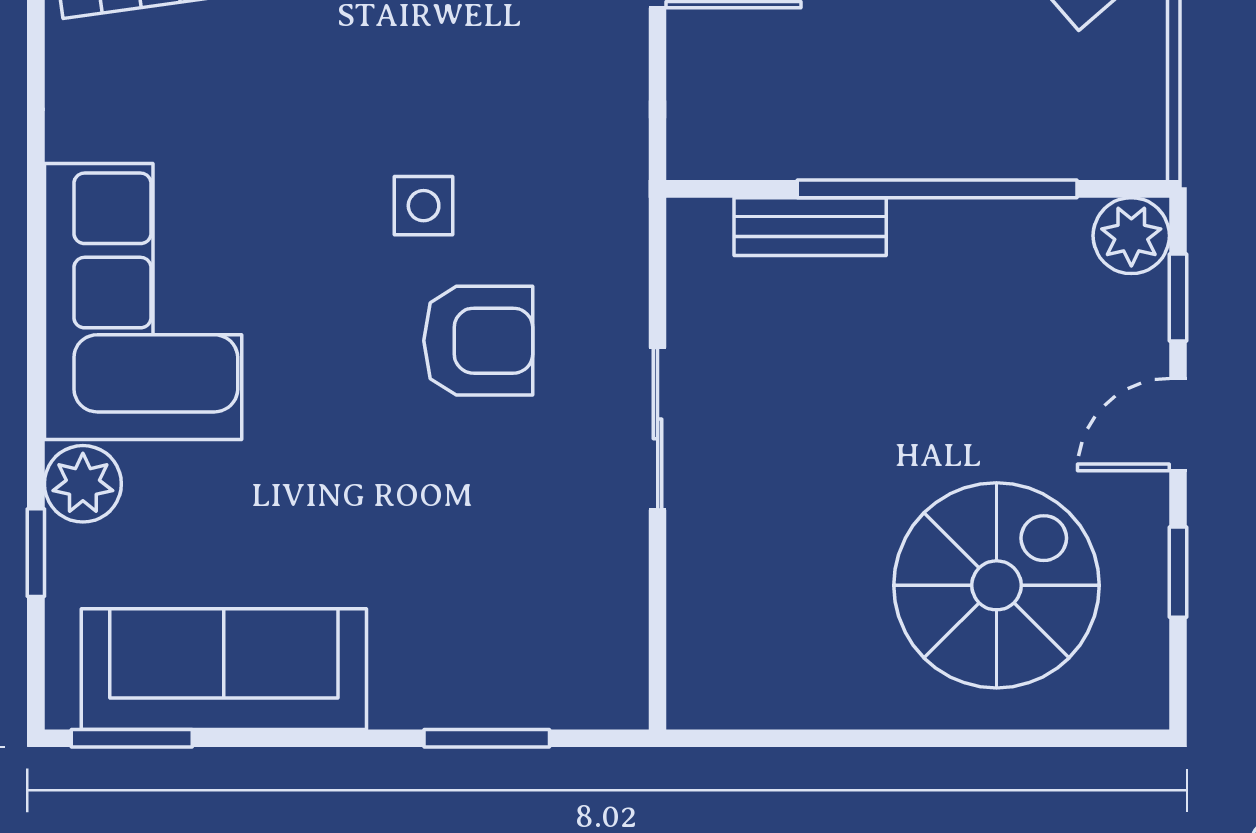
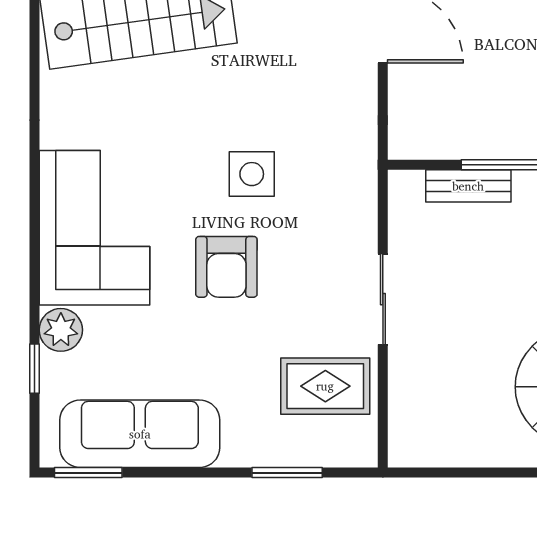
side table: (424, 206) -> (252, 174), width x1.37, depth x1.37
armchair: (478, 341) -> (226, 267), moved, turned 90
rug: (555, 584) -> (325, 386), added

